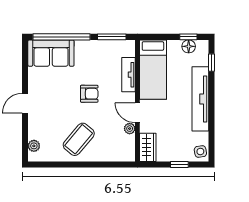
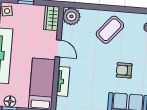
armchair: (89, 94) -> (124, 70), moved
plant: (130, 129) -> (71, 16), moved, width x1.88, depth x1.88

